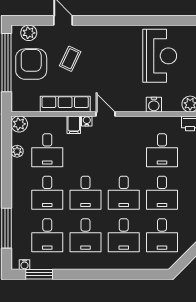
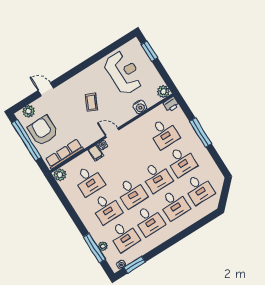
coffee table: (70, 59) -> (91, 102), moved
row of seats: (65, 104) -> (64, 154), moved
plant: (17, 151) -> (103, 246), moved

